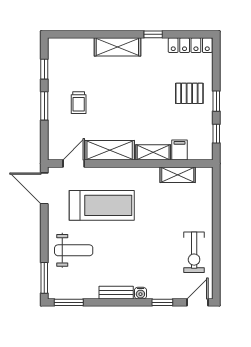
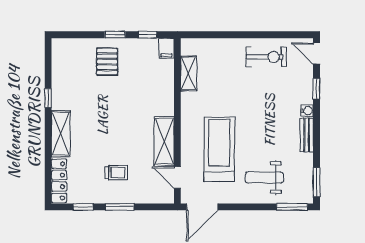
locker: (190, 45) -> (59, 181), moved
filing cabinet: (179, 150) -> (166, 48), moved, turned -90
shelving: (153, 152) -> (166, 98), removed
weight bench: (74, 250) -> (264, 177), turned -90

